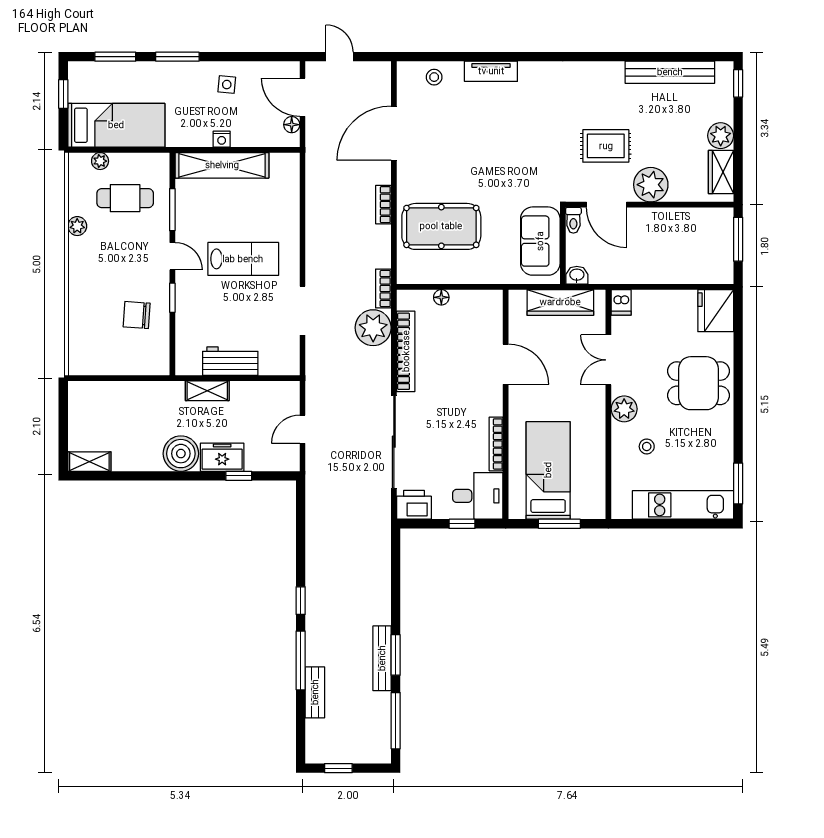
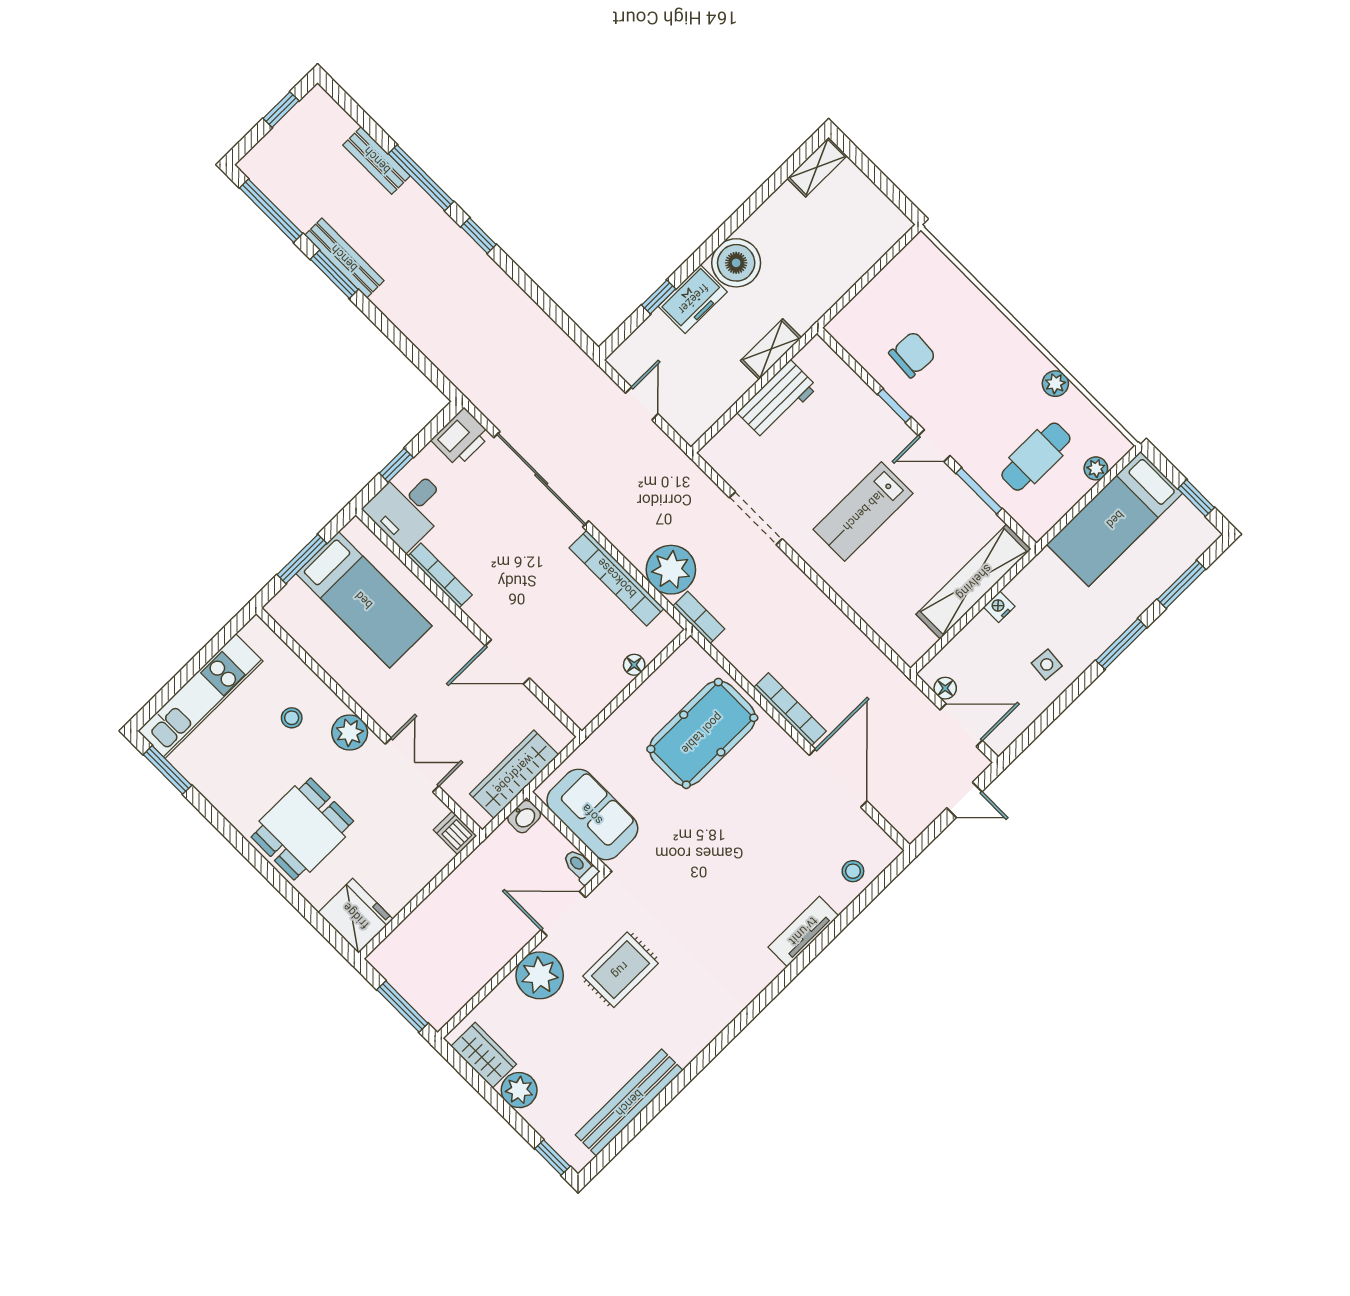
bookcase: (383, 205) -> (790, 709), width x1.56

